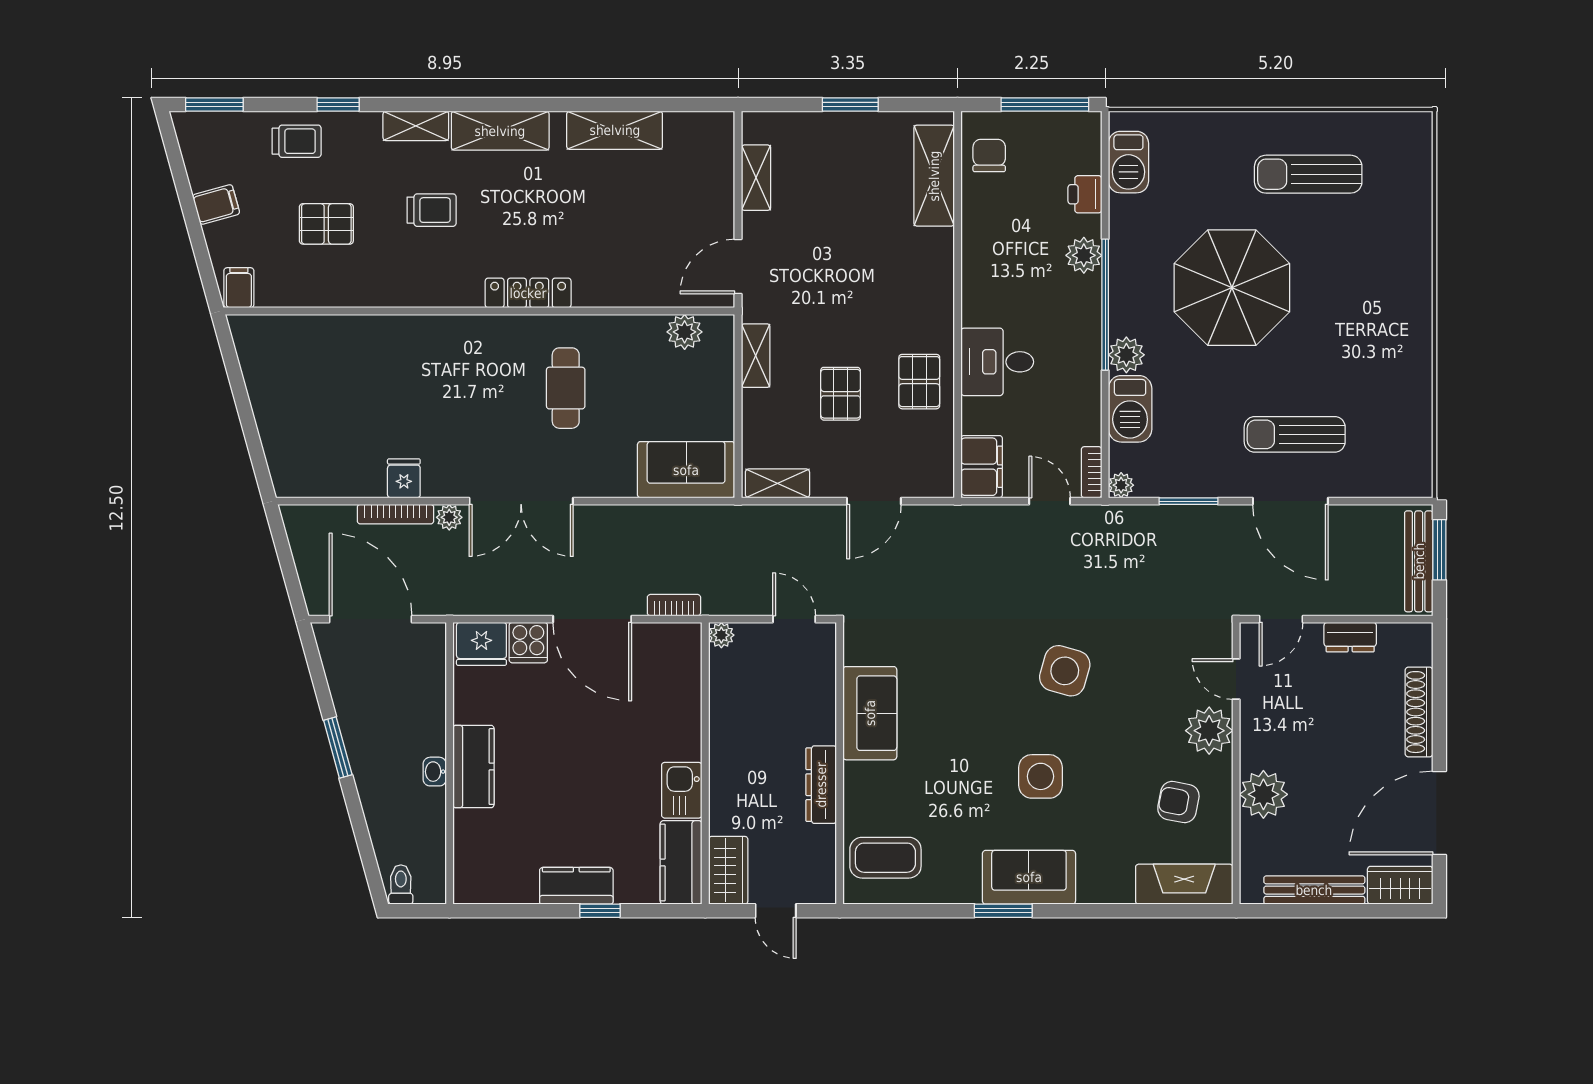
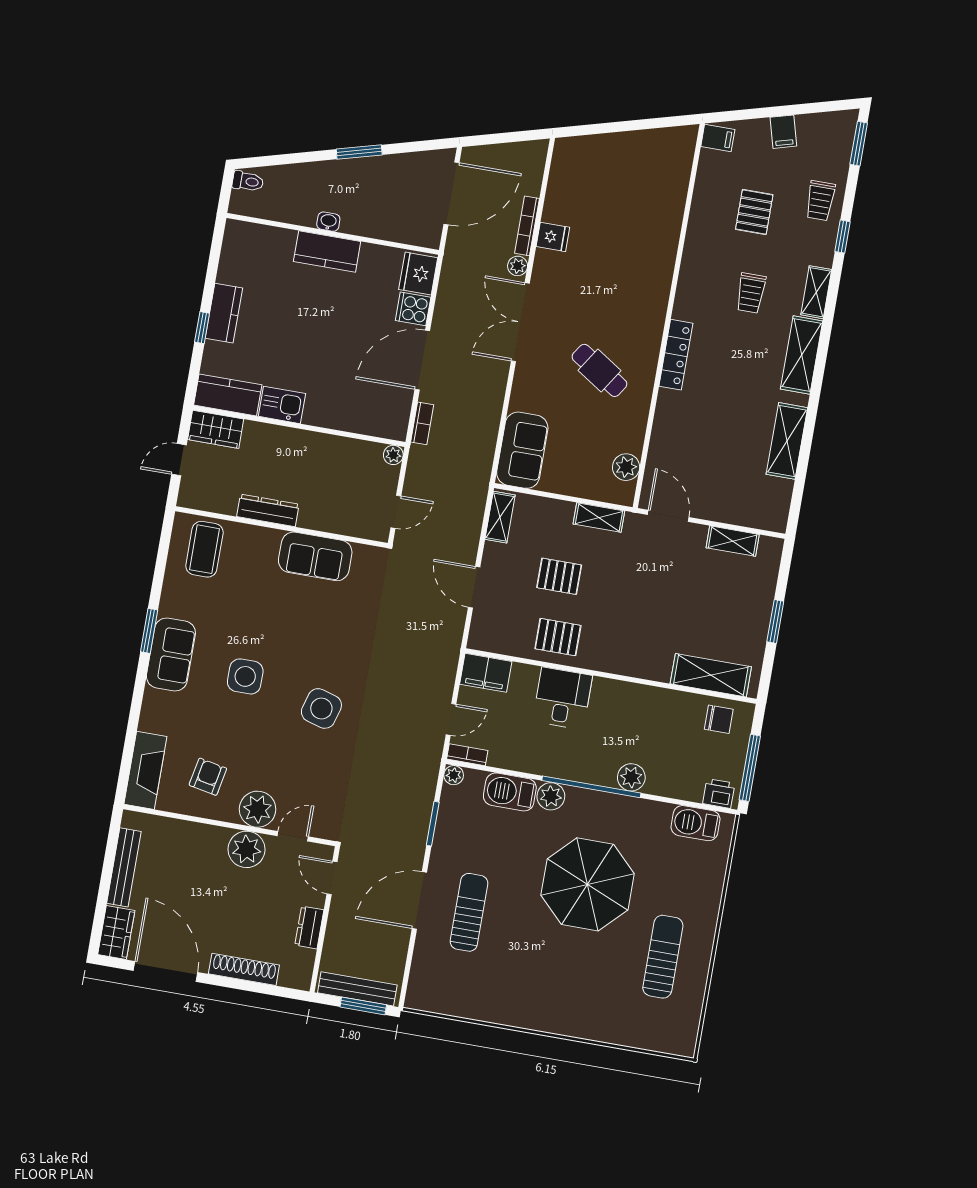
printer: (1085, 194) -> (719, 793), moved
cafe table: (566, 388) -> (599, 370), turned 33
plant: (1263, 794) -> (247, 849), moved

